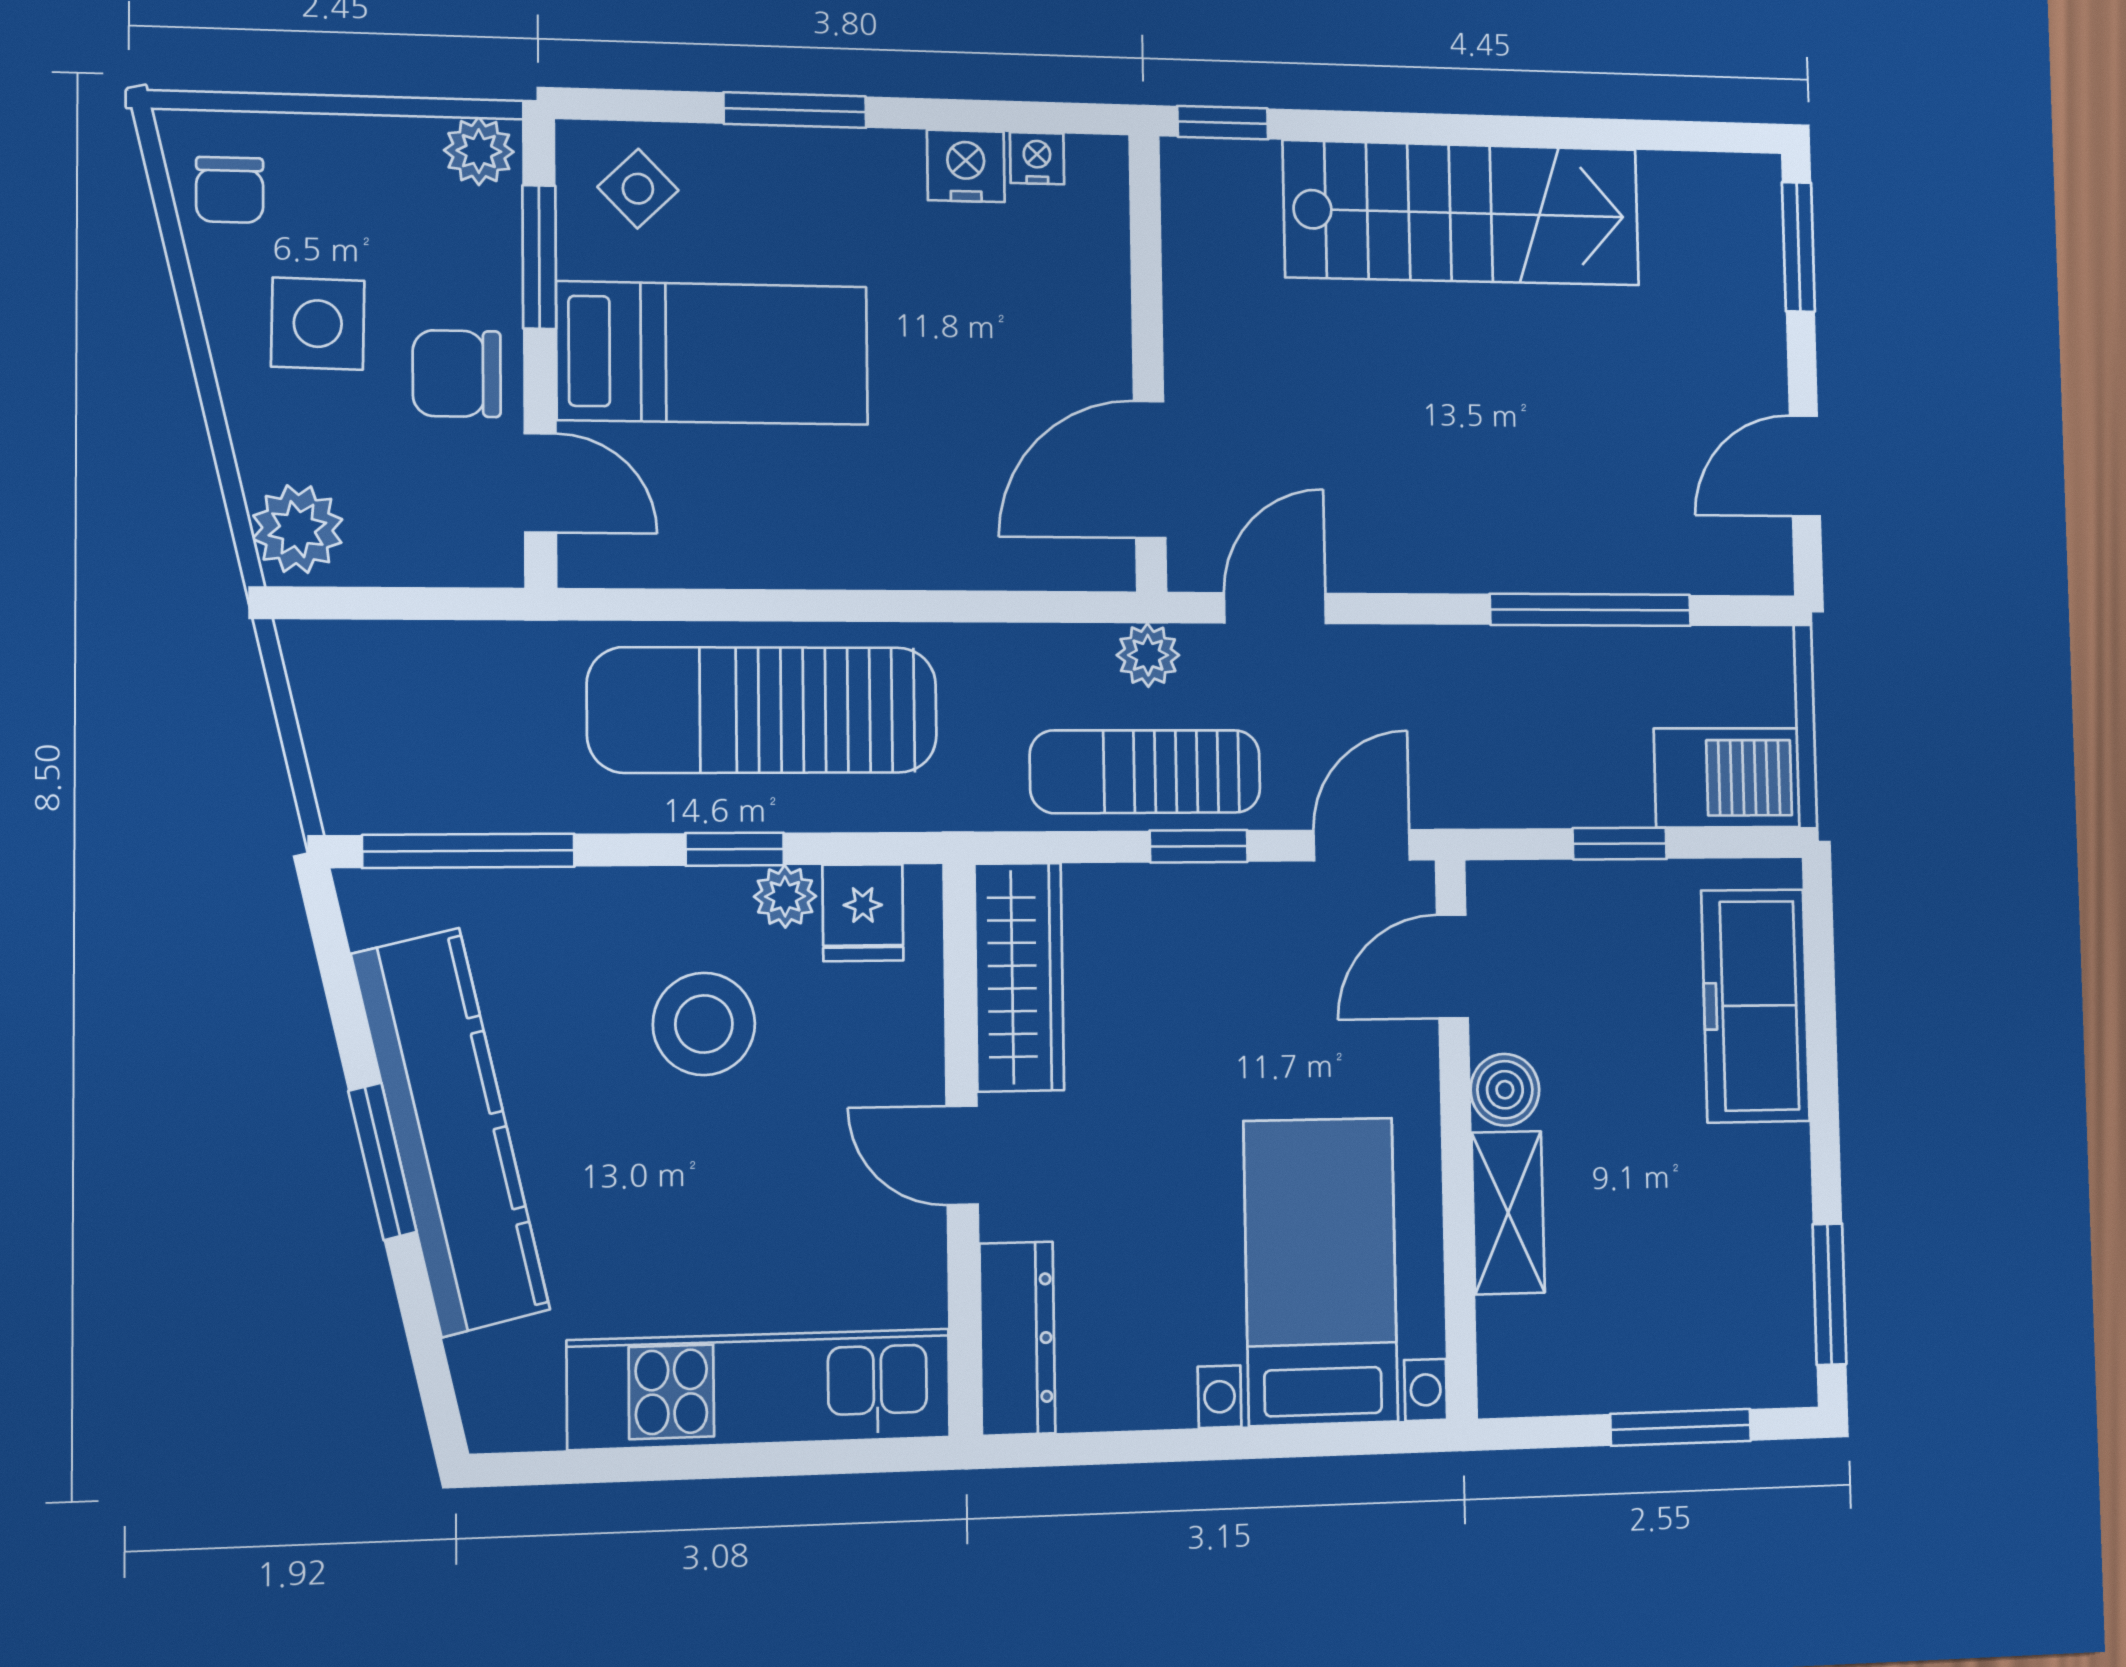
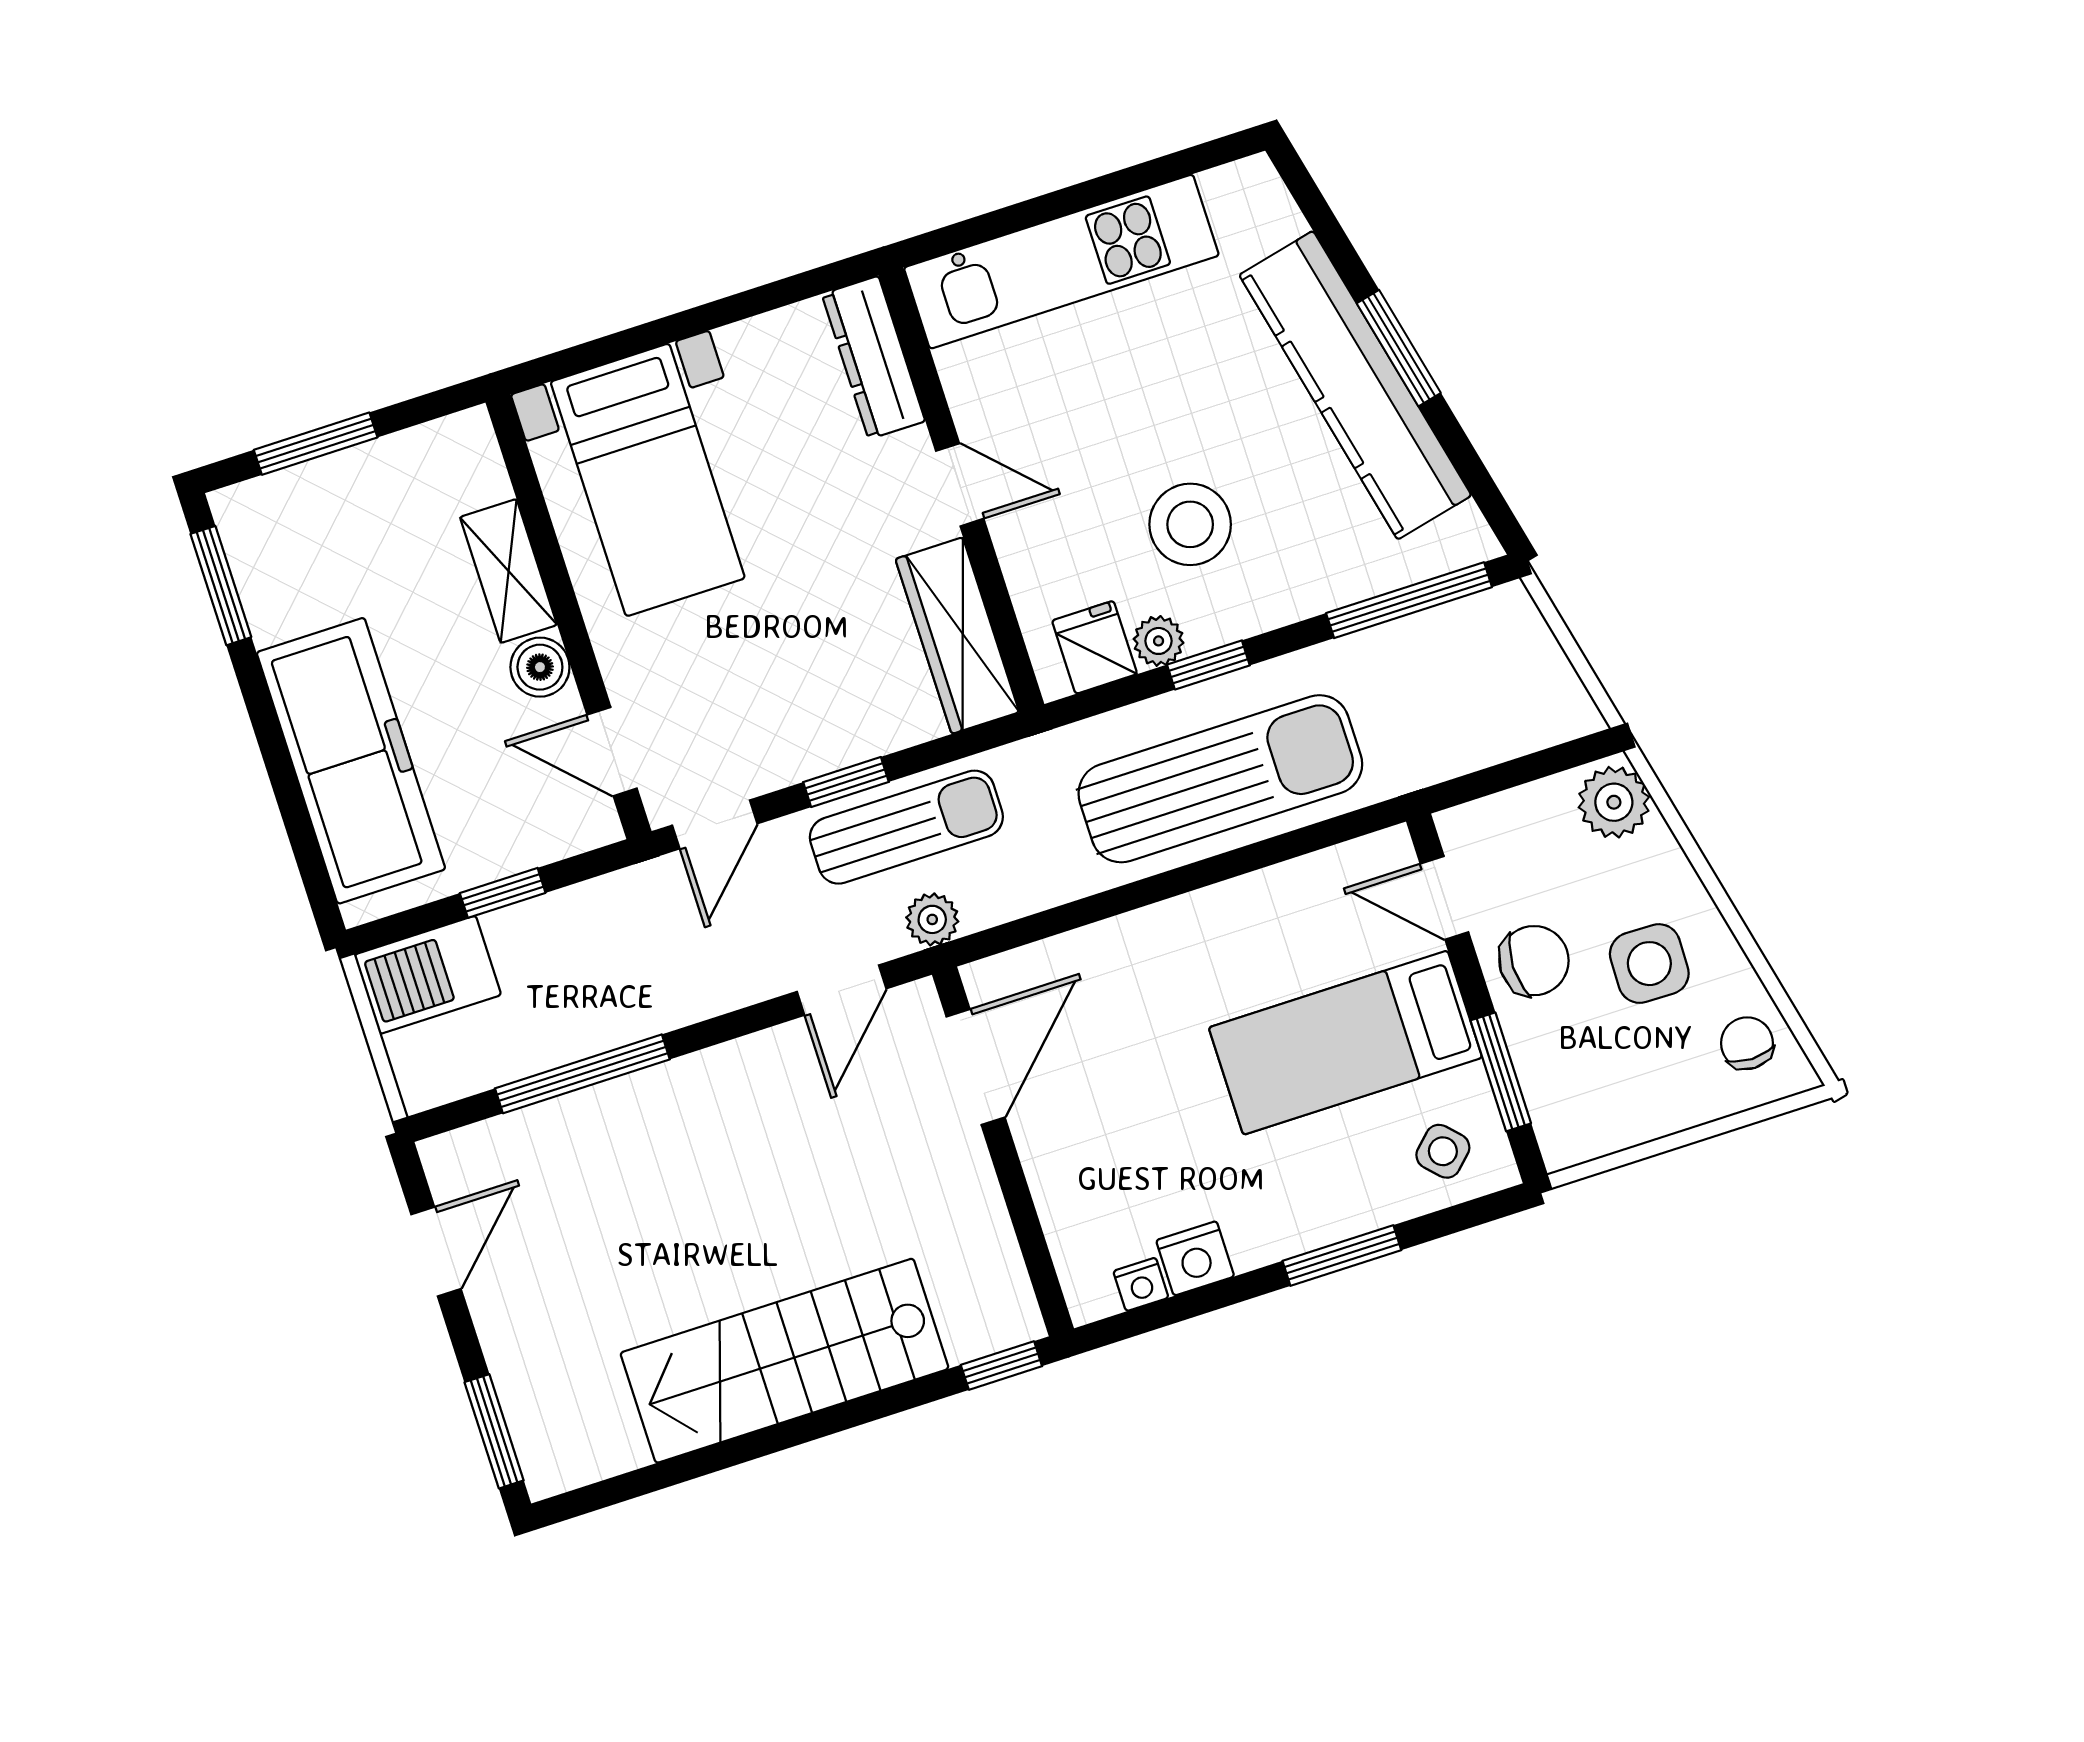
plant: (479, 151) -> (1572, 1138), removed
door: (1452, 966) -> (612, 752), swing flipped
freezer: (1755, 1006) -> (351, 761), width x1.36, depth x1.26

